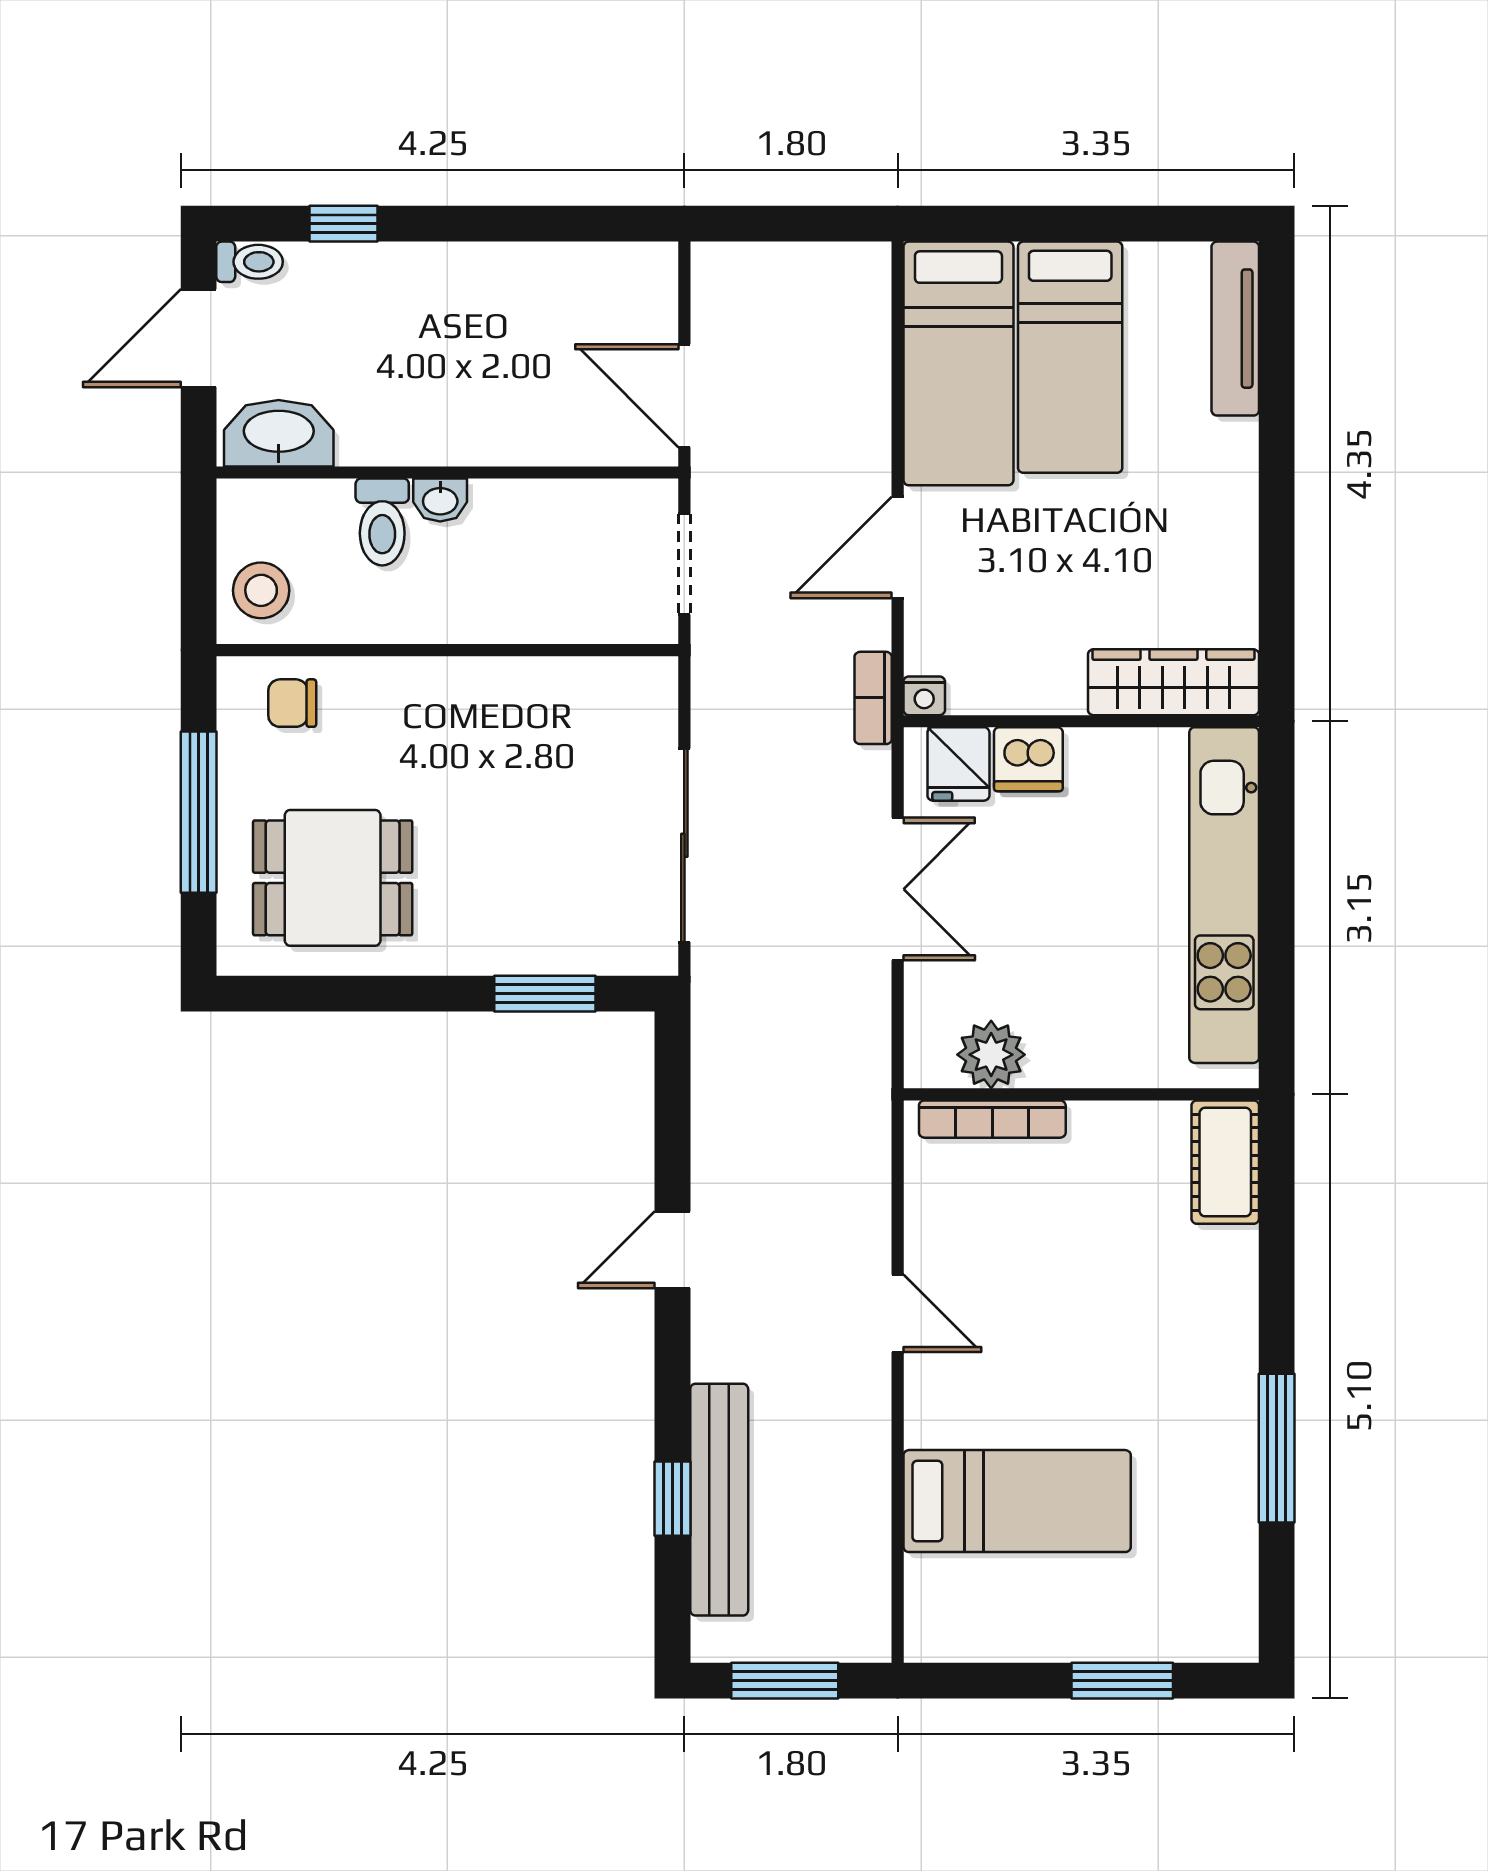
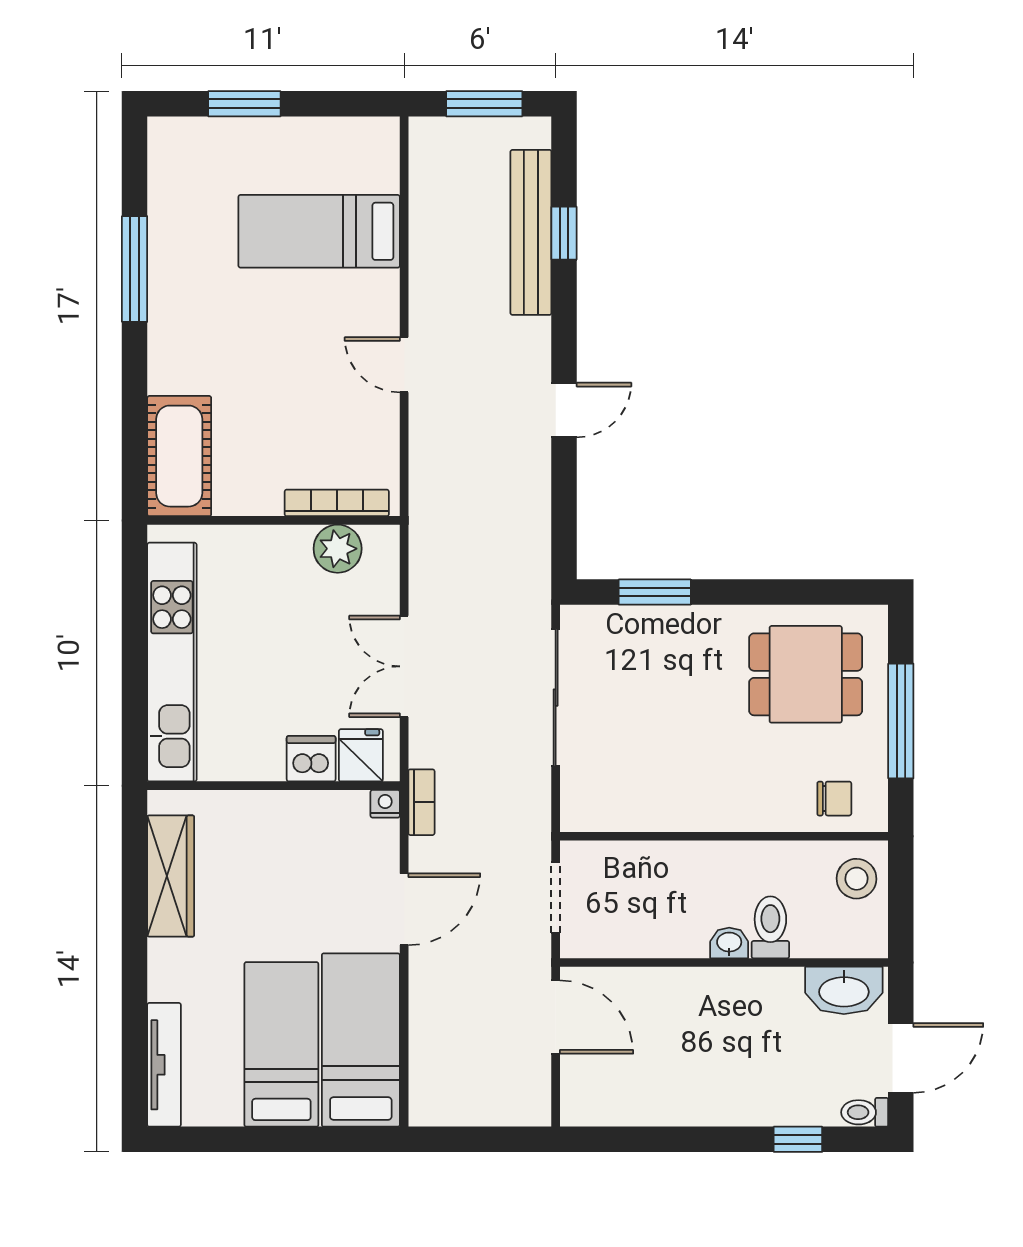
wardrobe: (1173, 682) -> (171, 876), moved, turned -90
cot: (1225, 1162) -> (179, 456), width x1.37, depth x1.34

